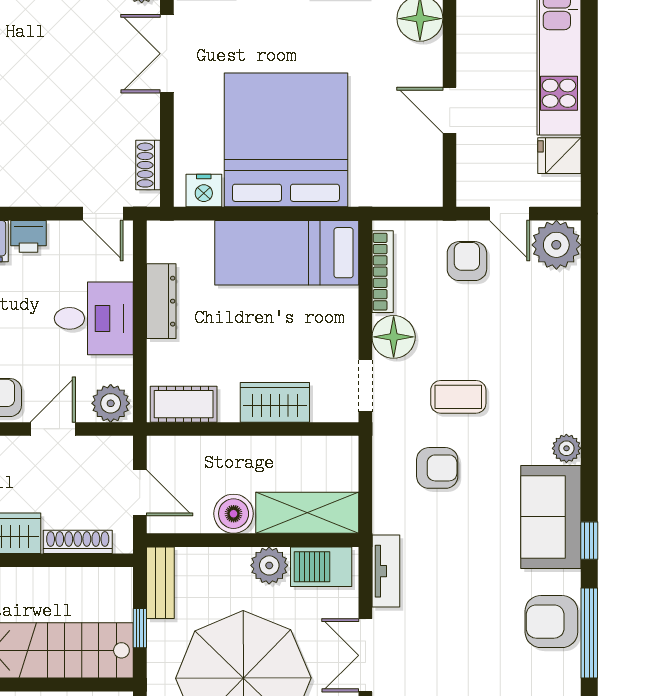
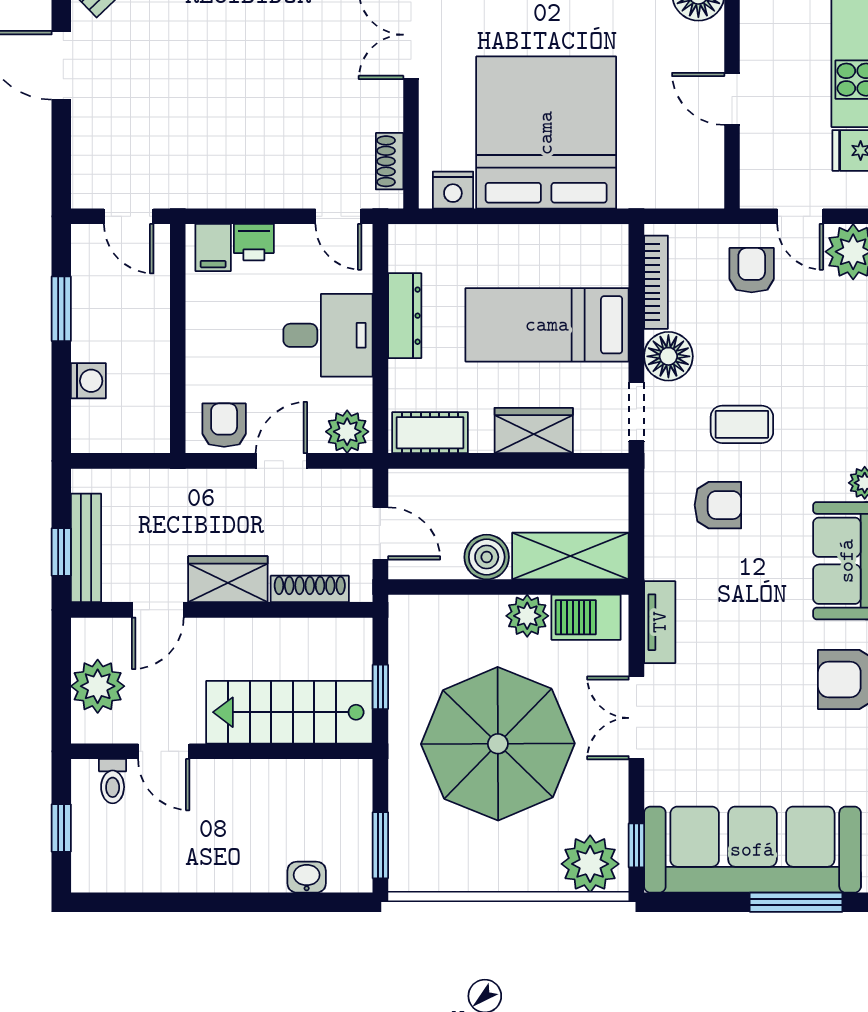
bed: (287, 253) -> (547, 325), moved
bench: (160, 583) -> (404, 635), removed

